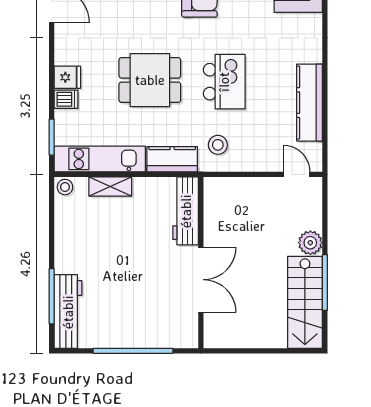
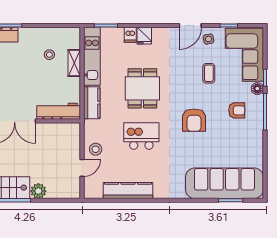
kitchen island: (224, 82) -> (141, 136), turned 180
stool: (218, 145) -> (96, 149), moved
door: (297, 174) -> (82, 168), moved
stool: (65, 187) -> (49, 55), moved

